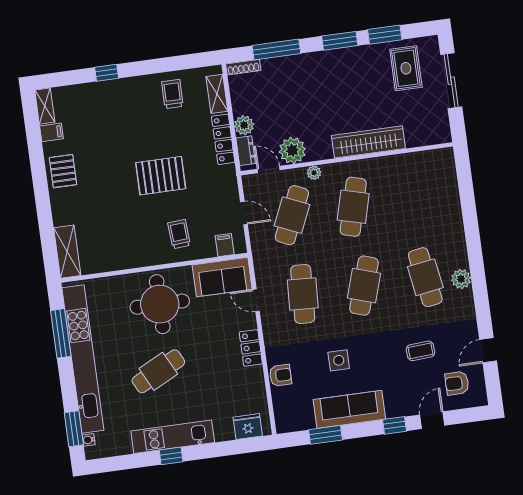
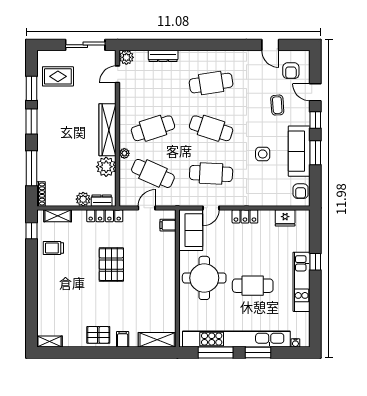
window: (107, 73) -> (31, 231), moved
sliding door: (451, 81) -> (85, 45), moved
filing cabinet: (52, 132) -> (123, 339), moved
locker: (223, 139) -> (105, 216), moved
wardrobe: (368, 142) -> (108, 130), moved
door: (269, 169) -> (118, 74), moved
cafe table: (353, 207) -> (153, 128), turned -33
dresser: (453, 207) -> (163, 56), added
trolley: (179, 234) -> (155, 257), removed
plant: (461, 279) -> (126, 57), moved
coffee table: (421, 351) -> (277, 105), moved
cafe table: (158, 371) -> (253, 286), turned -63
armchair: (281, 375) -> (301, 191), moved, turned 180
fridge: (248, 427) -> (285, 218), moved, turned -90
window: (74, 429) -> (258, 353), moved
window: (325, 435) -> (315, 153), moved
window: (171, 456) -> (315, 262), moved

